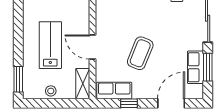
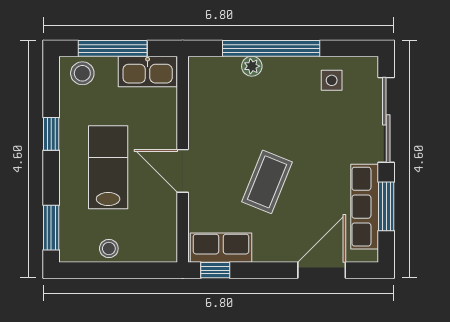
window: (18, 26) -> (51, 134), added
row of seats: (195, 67) -> (365, 207), width x1.48
shelving: (83, 84) -> (165, 236), removed
window: (129, 103) -> (215, 270), moved

